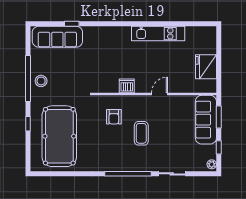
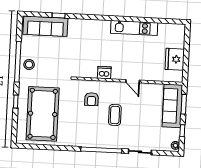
door: (159, 94) -> (133, 81), swing flipped

